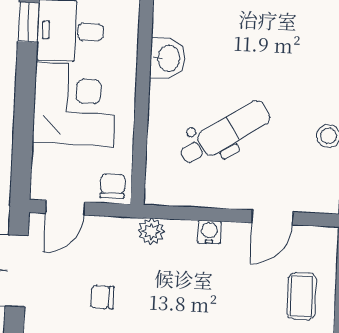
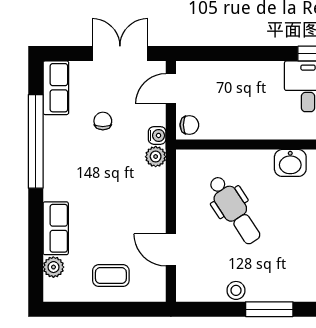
corner desk: (74, 104) -> (251, 92), removed
door: (65, 208) -> (171, 89), hinge flipped
water cooler: (209, 232) -> (157, 135), moved

